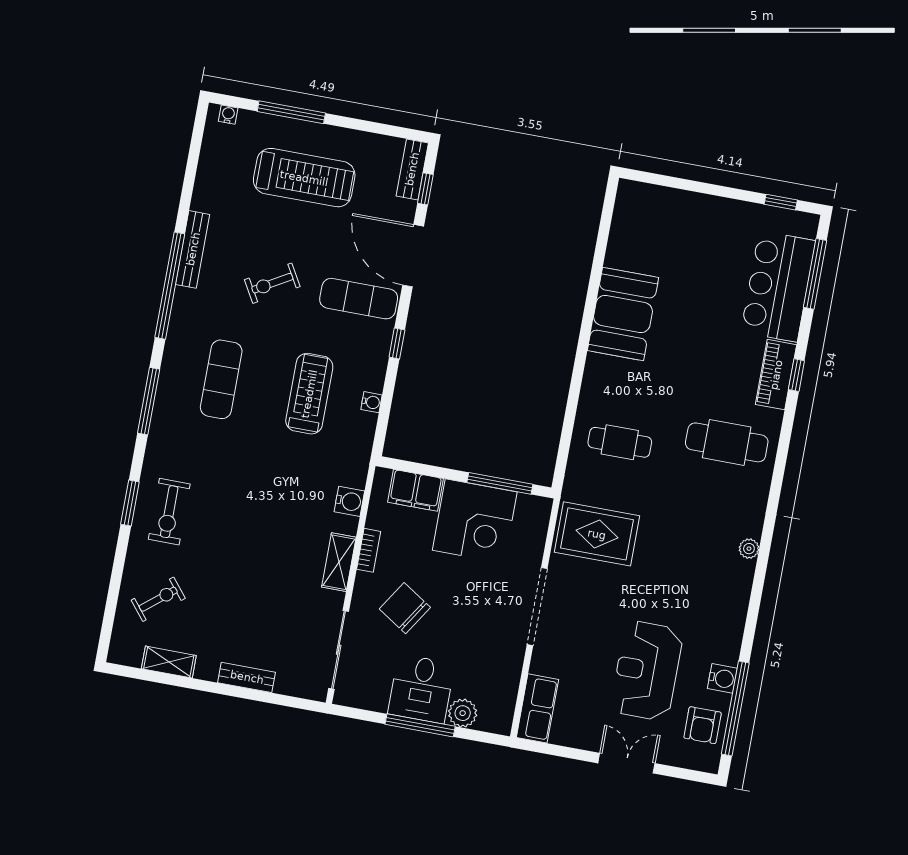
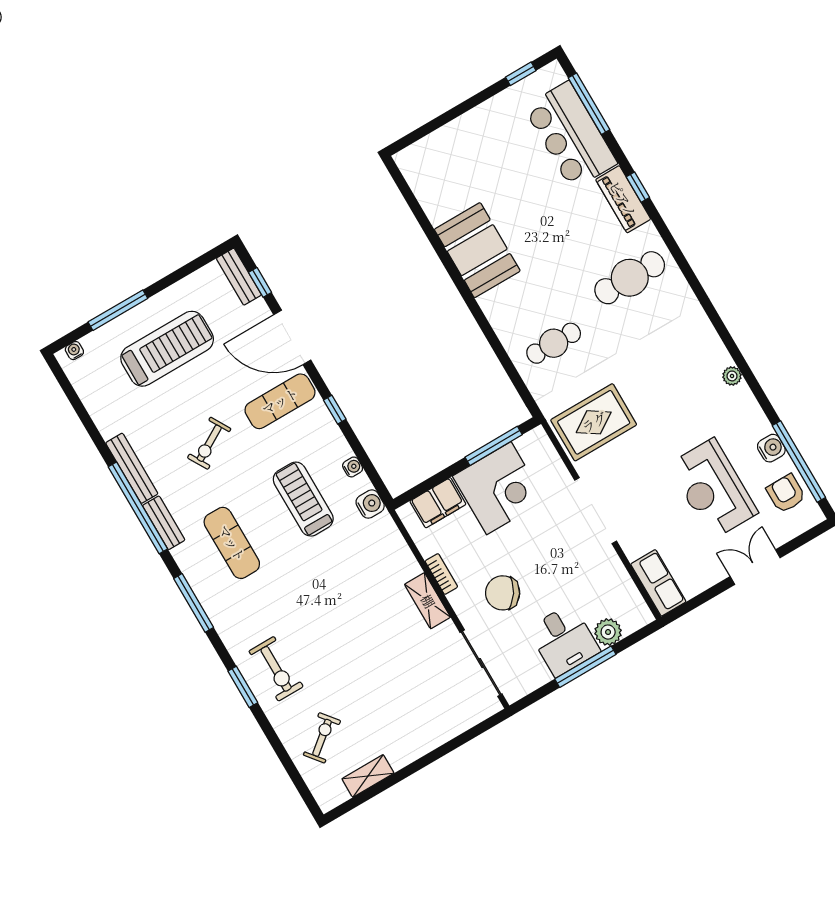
water cooler: (349, 501) -> (370, 504), moved
plant: (749, 549) -> (732, 376), moved
bench: (247, 677) -> (164, 523), moved, turned 90
armchair: (703, 725) -> (786, 493), turned 180

